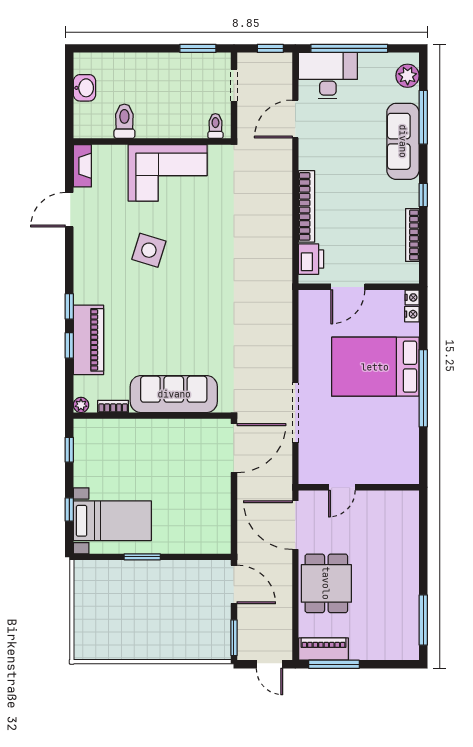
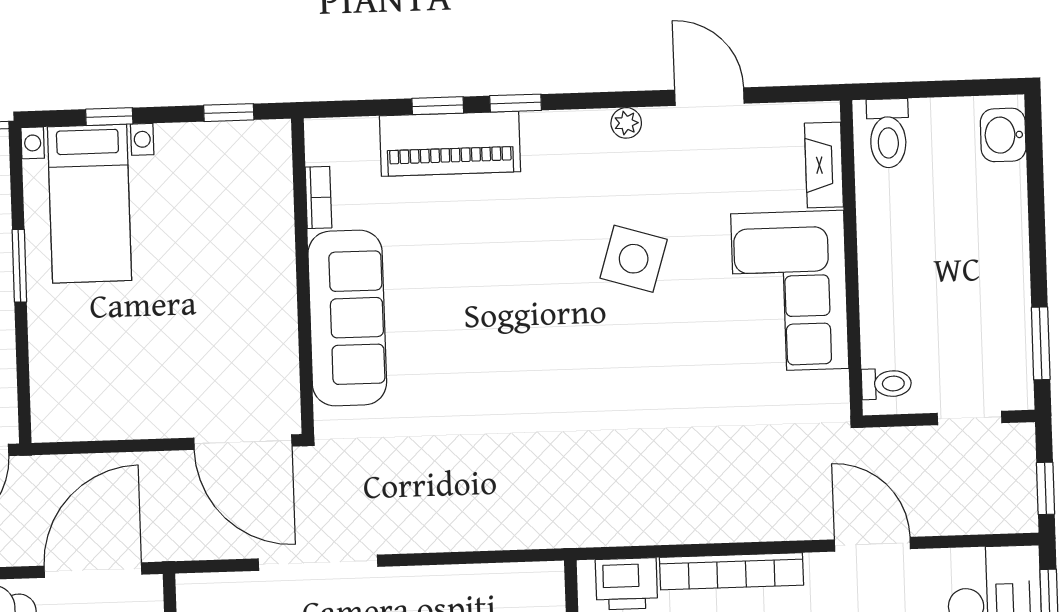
washbasin: (85, 88) -> (1003, 135), moved, turned 90
door: (295, 119) -> (872, 544), moved
toilet: (124, 121) -> (888, 133), moved, turned 90
fireplace: (82, 166) -> (824, 165), moved, turned 90
plant: (81, 405) -> (626, 123), moved

